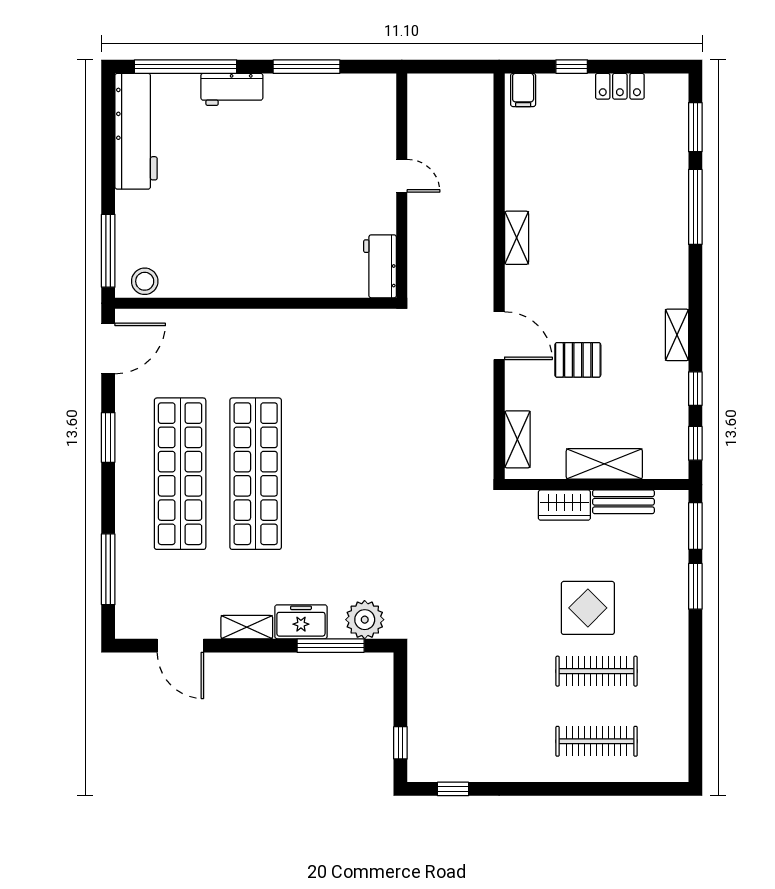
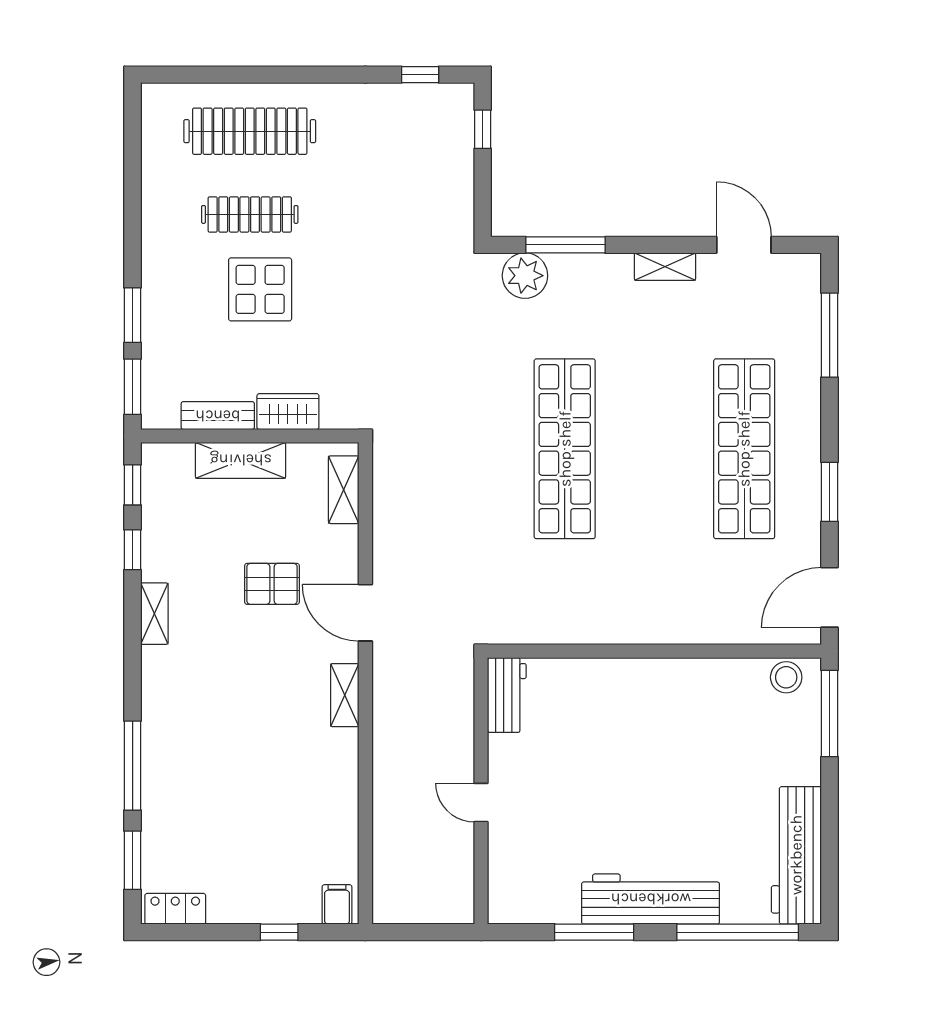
locker: (620, 86) -> (175, 909), moved
workbench: (232, 89) -> (651, 899), width x1.87, depth x1.32
shelving: (517, 238) -> (345, 695), moved
shop shelf: (256, 474) -> (565, 449), moved
freezer: (301, 622) -> (601, 273), removed
clothes rail: (597, 741) -> (250, 131), width x1.37, depth x1.31

